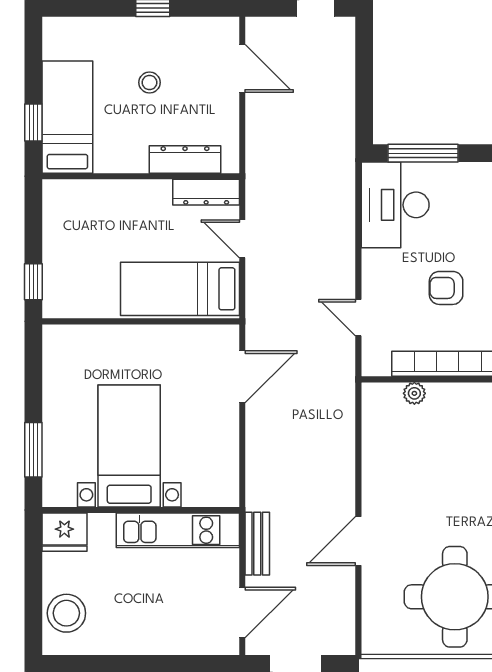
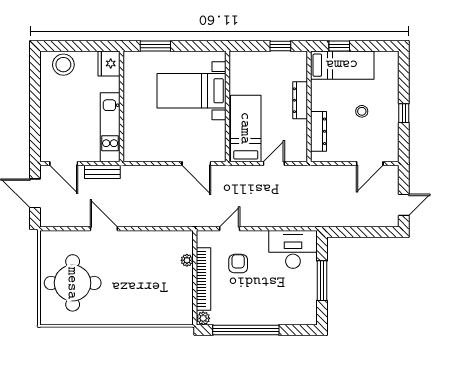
window: (423, 153) -> (322, 281), moved
dresser: (206, 192) -> (300, 100), moved
window: (33, 282) -> (280, 46), moved
armchair: (446, 288) -> (238, 264), moved
bed with nightstands: (129, 446) -> (191, 91), moved, turned 180

